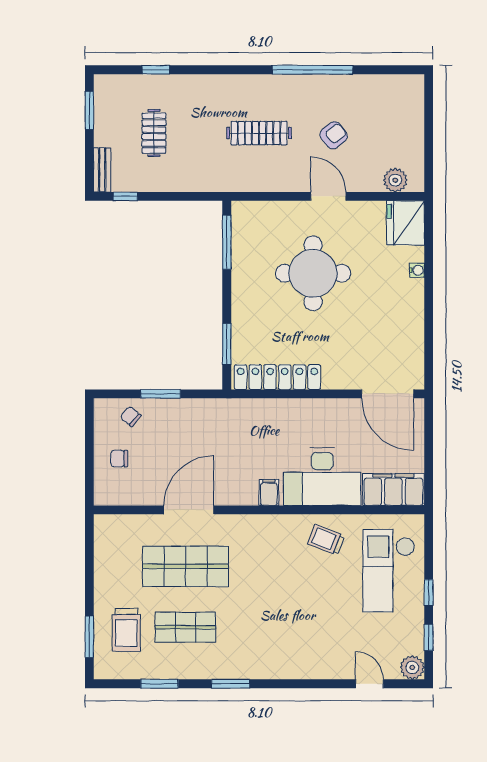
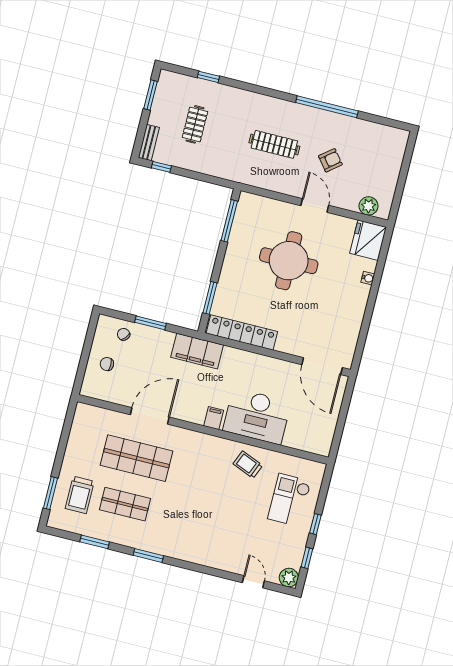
filing cabinet: (393, 490) -> (197, 351), moved, turned 180
checkout: (389, 571) -> (289, 500), width x0.73, depth x0.83

